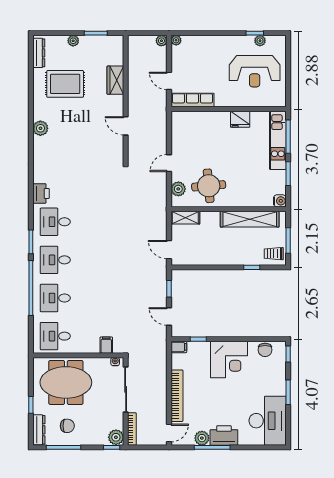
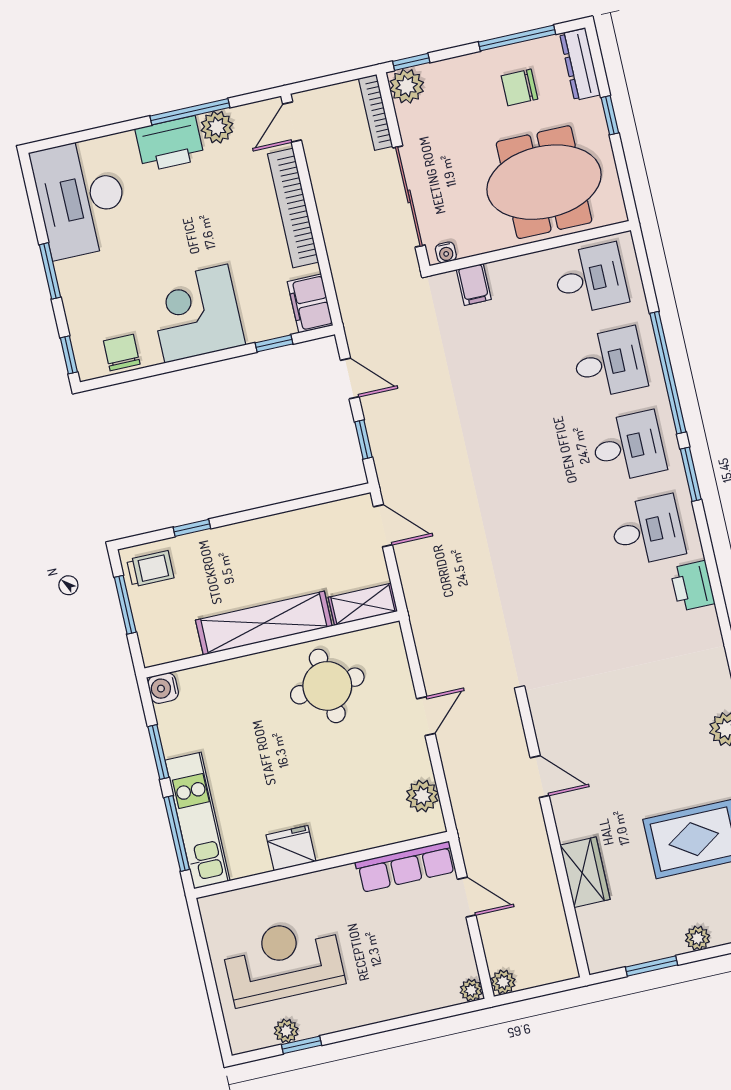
plant: (178, 189) -> (422, 796), moved
shelving: (250, 219) -> (264, 623), moved
filing cabinet: (179, 347) -> (310, 303), width x2.00

